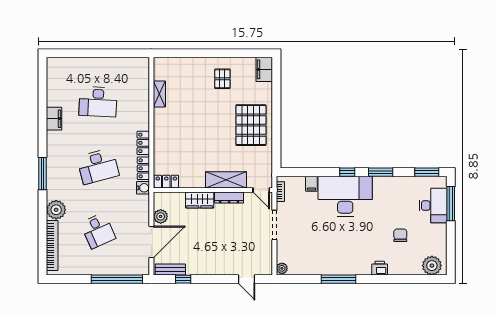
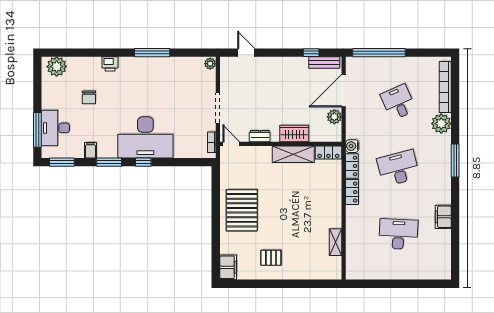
pallet: (222, 79) -> (271, 258), turned 90
shelving: (226, 180) -> (293, 154), moved
filing cabinet: (311, 184) -> (90, 150), moved
dresser: (229, 198) -> (260, 136), width x0.70

